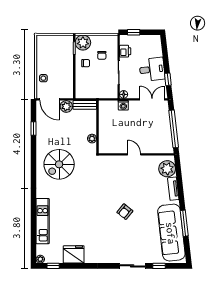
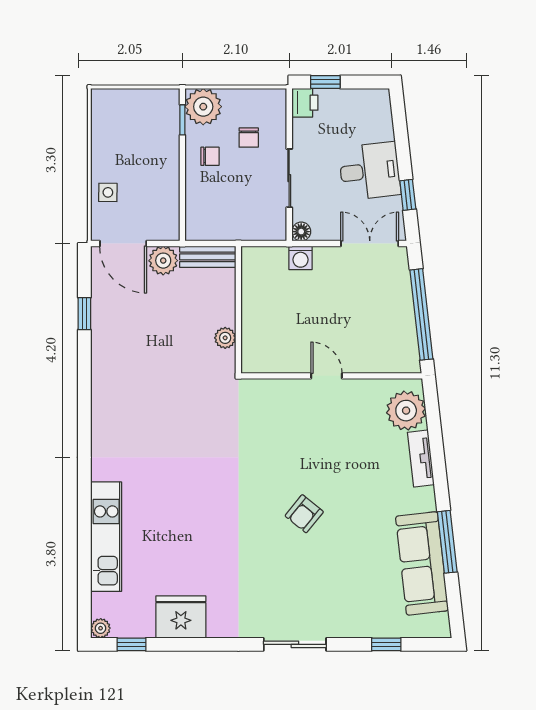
printer: (125, 51) -> (305, 103), moved
spiral stairs: (59, 164) -> (146, 400), removed
sofa: (171, 233) -> (422, 563), width x0.74, depth x0.79
sliding door: (132, 266) -> (295, 644), moved

